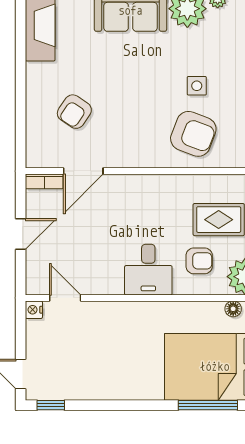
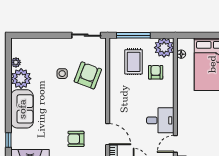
armchair: (74, 112) -> (76, 139), turned 146
desk: (148, 270) -> (160, 120), moved

